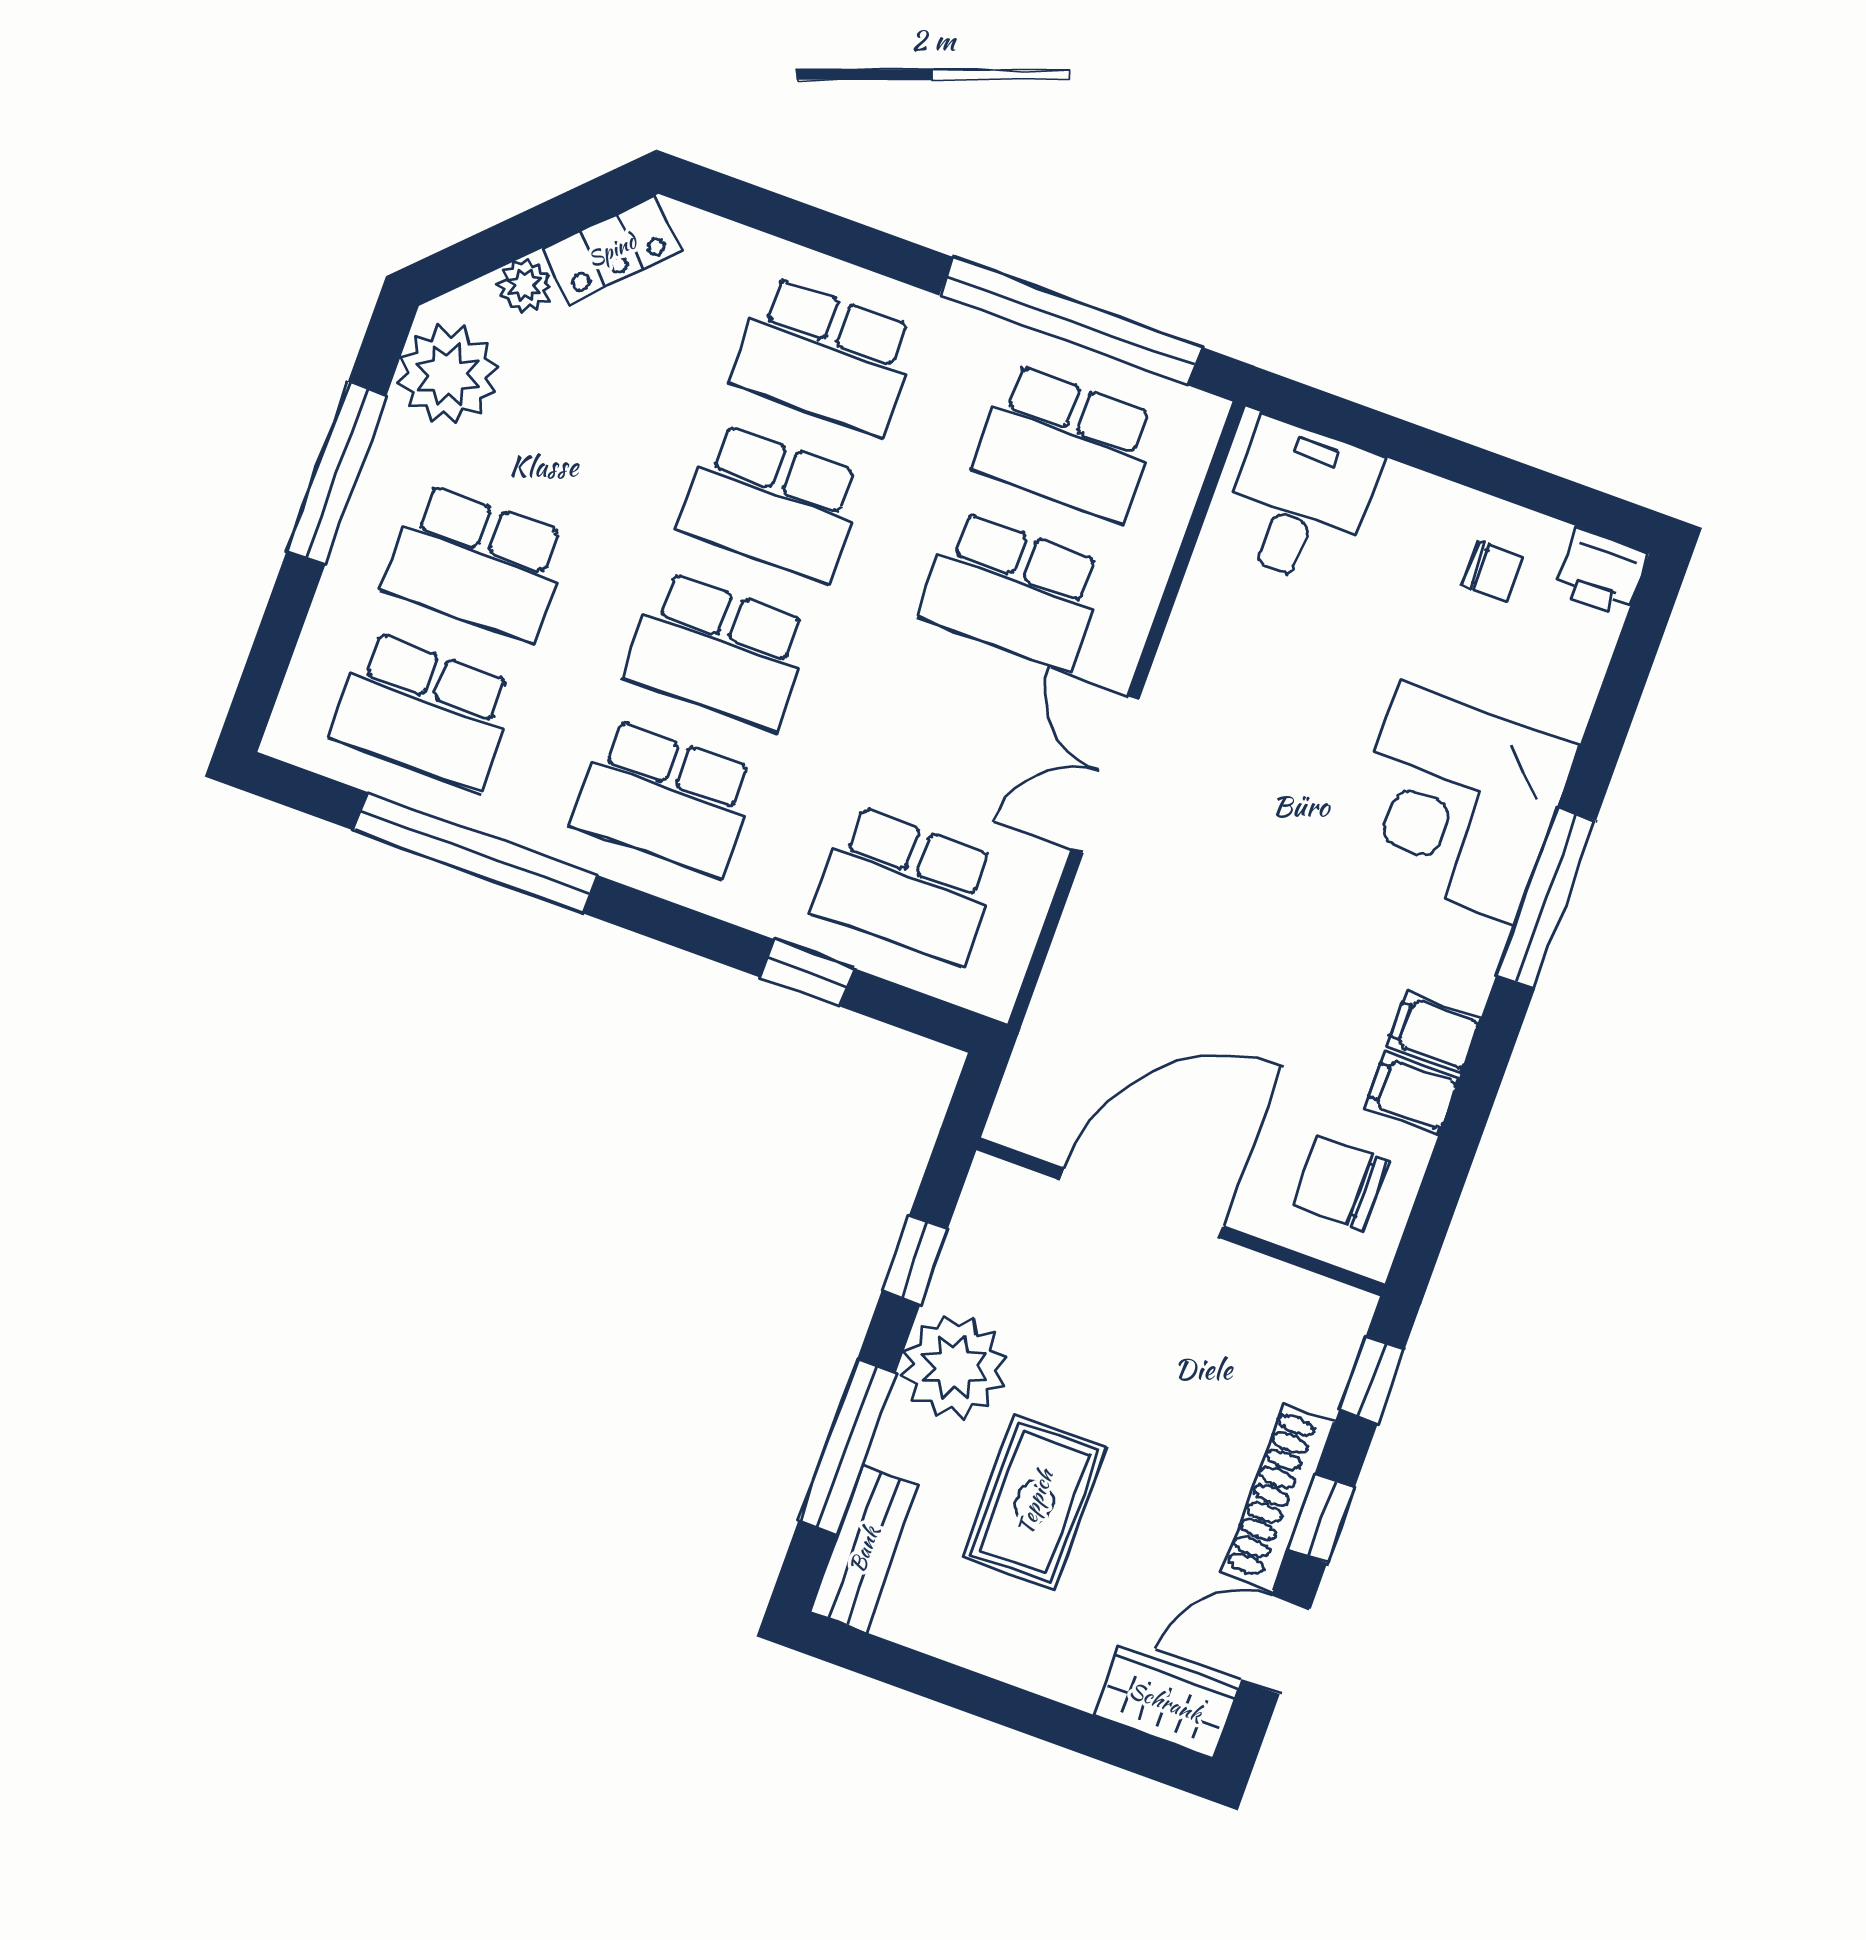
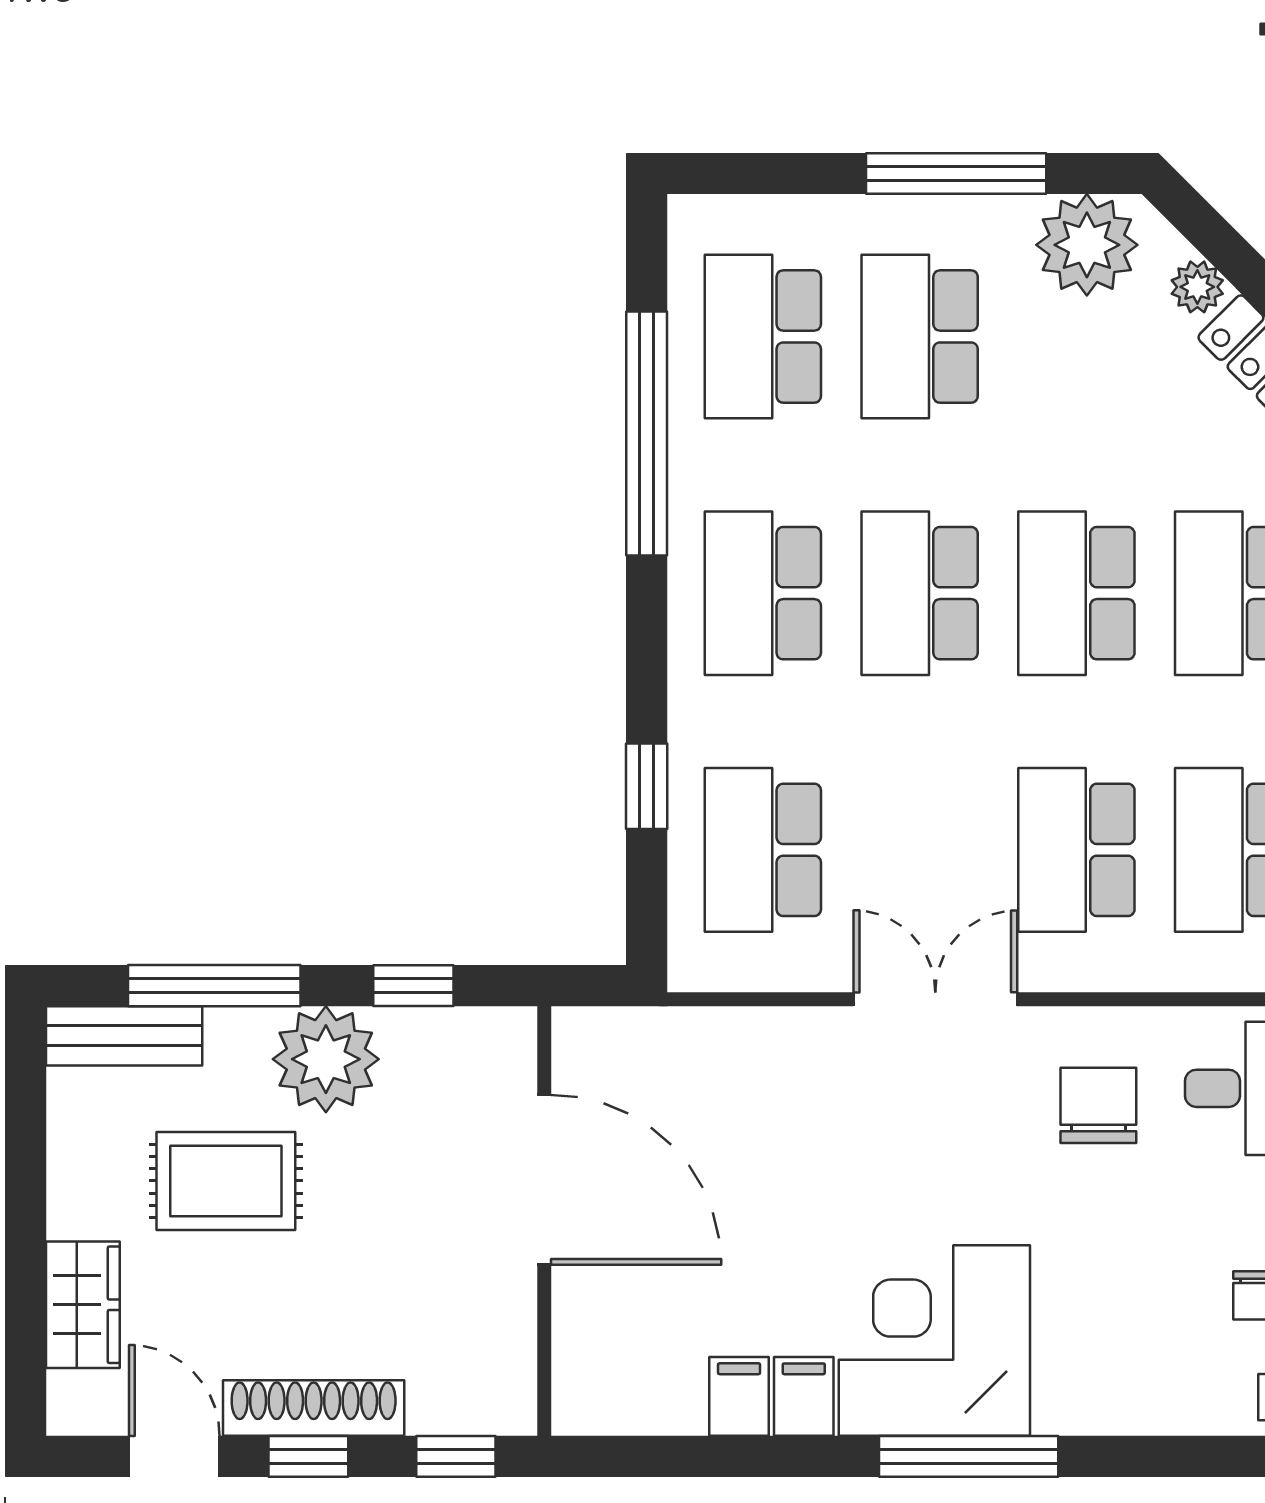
corner desk: (1457, 803) -> (934, 1341), moved
chair: (1340, 1183) -> (1098, 1105), moved
wardrobe: (1166, 1702) -> (83, 1305), moved

